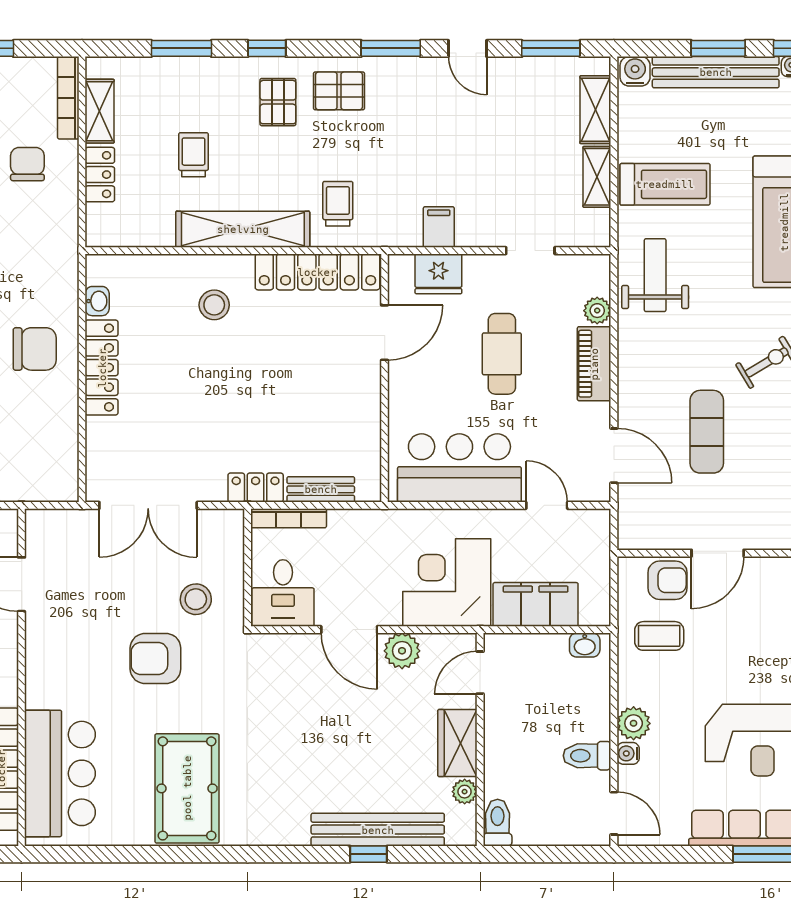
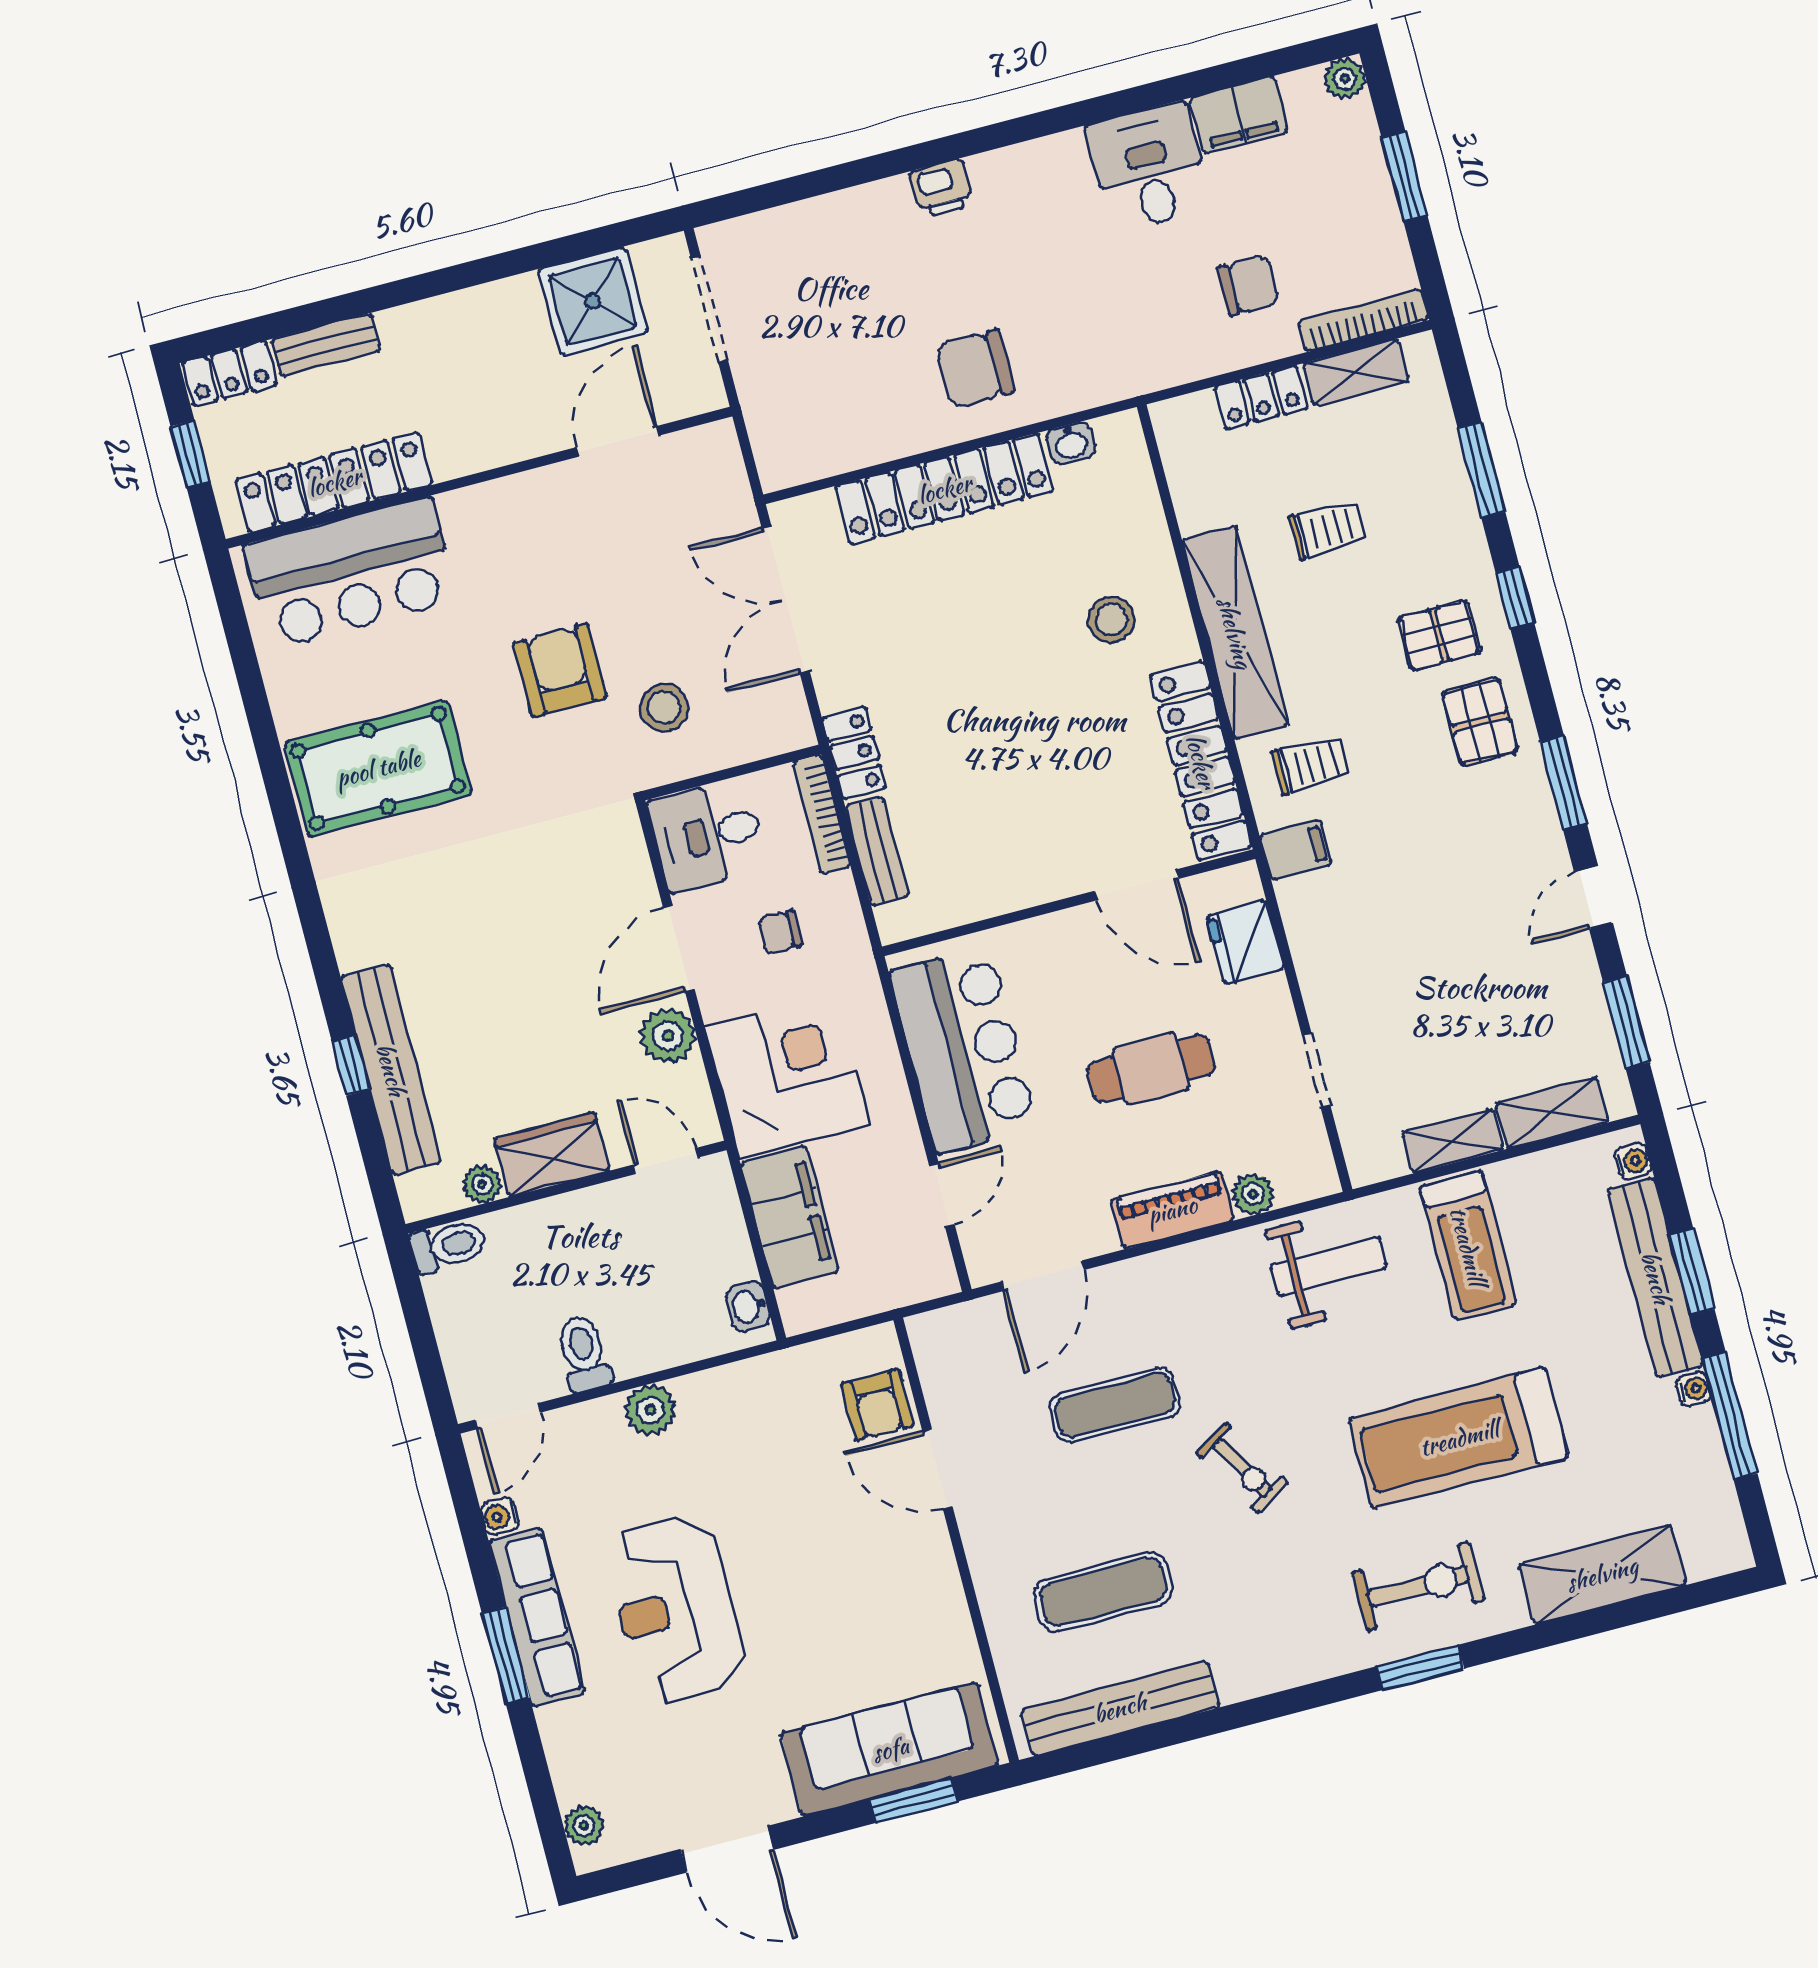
water cooler: (635, 71) -> (1633, 1161), width x0.72, depth x0.72
filing cabinet: (439, 227) -> (1296, 850), moved
chair: (35, 349) -> (975, 369), turned 90
locker: (102, 368) -> (944, 489), width x1.41, depth x1.21
chair: (356, 564) -> (780, 932), added
coffee table: (659, 636) -> (791, 1414), removed
water cooler: (628, 753) -> (500, 1516), moved, turned -90

